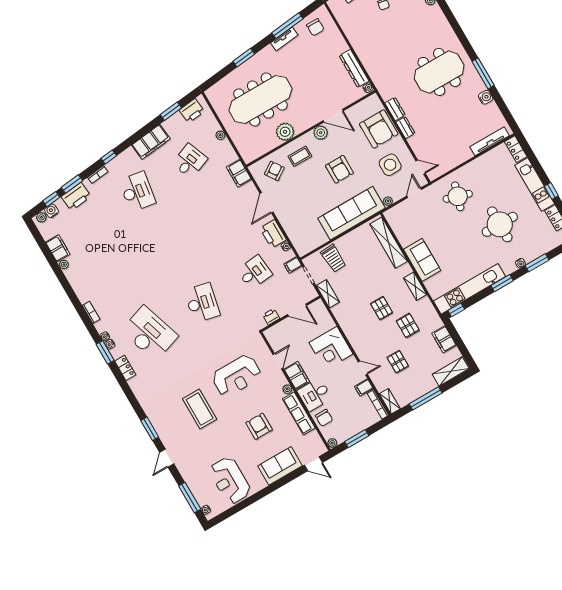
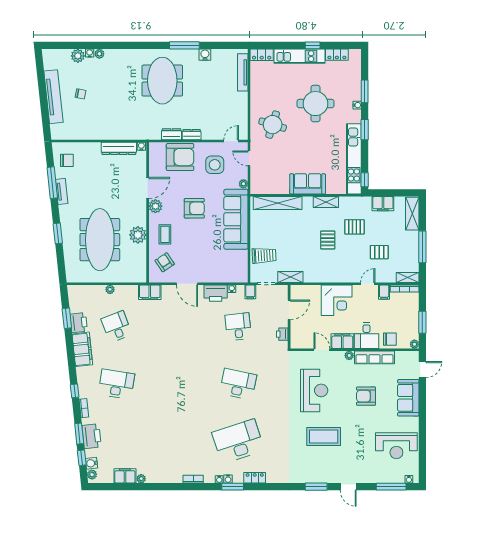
printer: (192, 111) -> (79, 323), moved
pallet: (382, 308) -> (328, 240), turned 90

